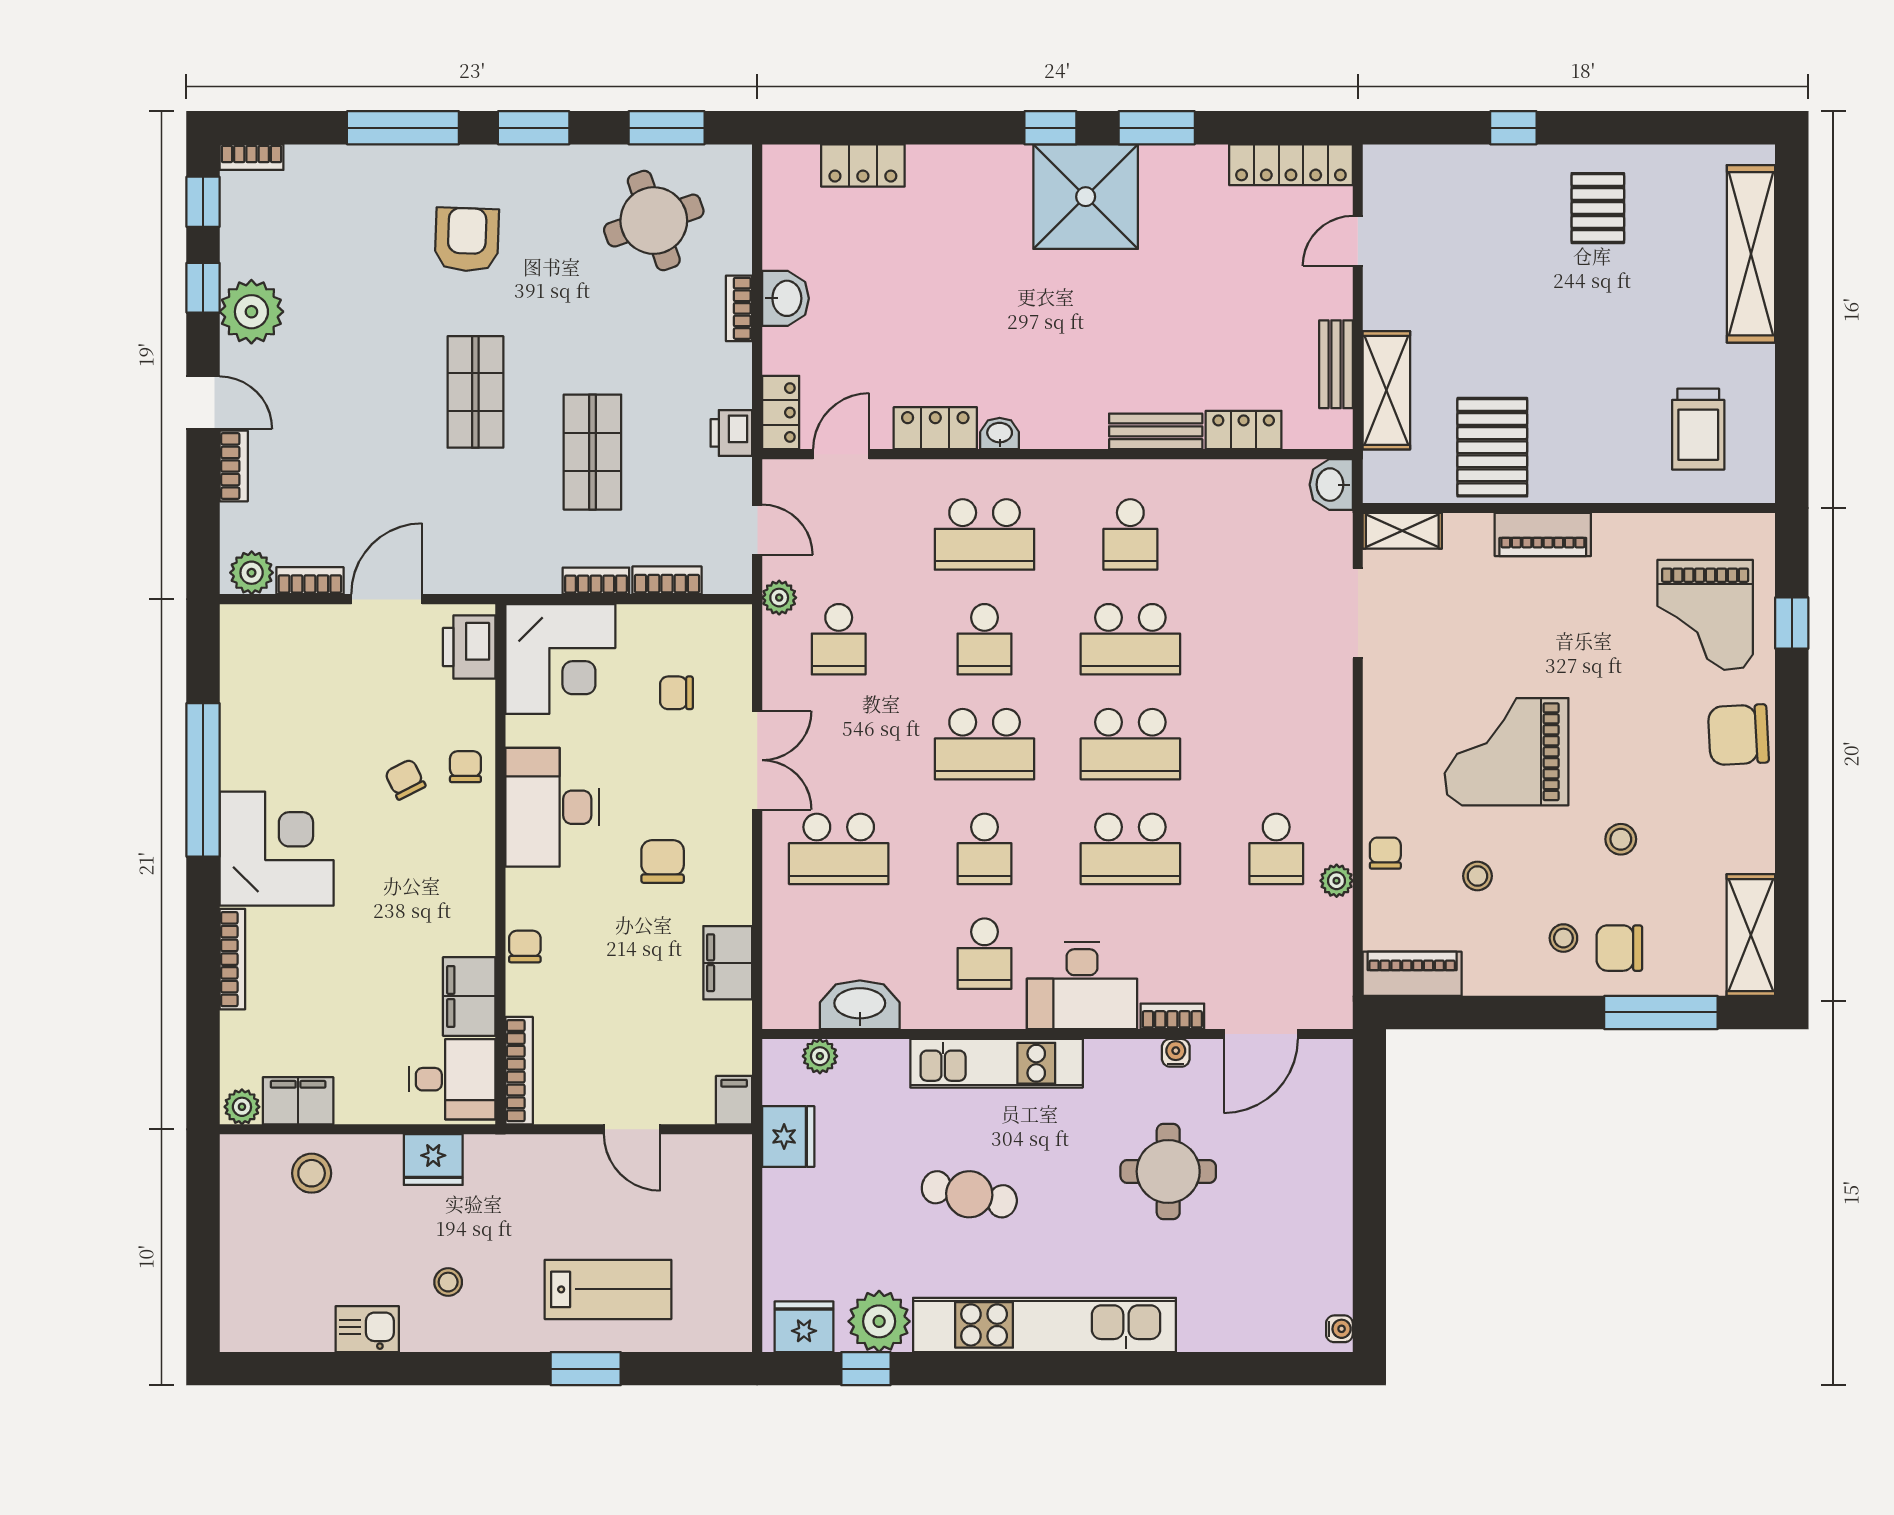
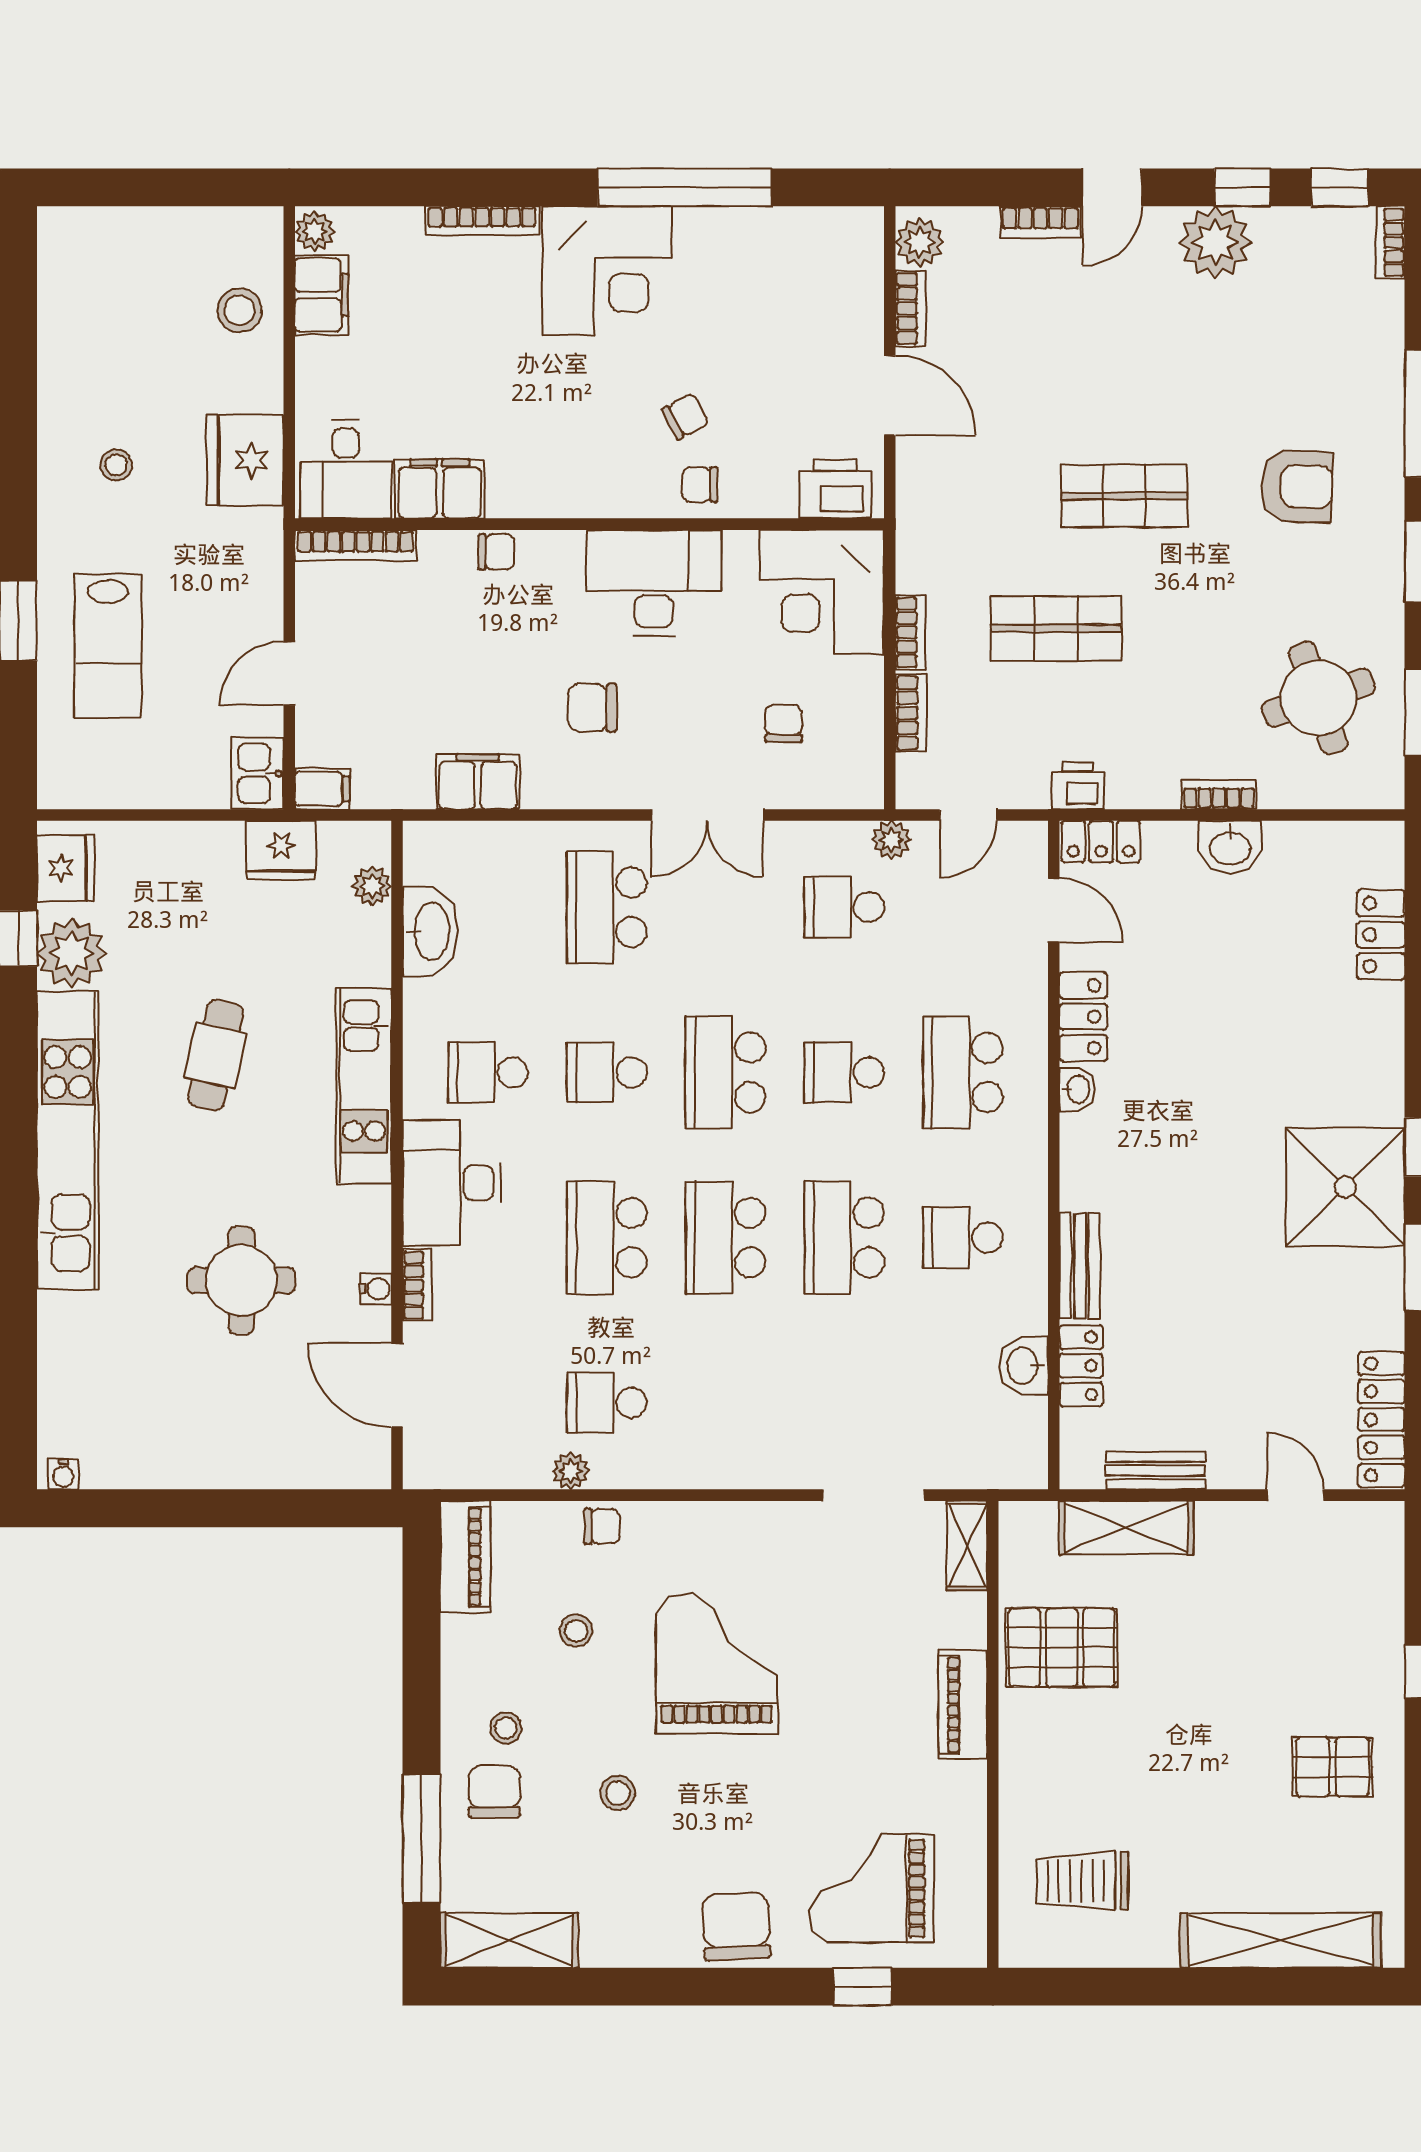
washbasin: (1331, 485) -> (1024, 1366), moved, turned -90
chair: (465, 767) -> (700, 485), turned 180
chair: (663, 862) -> (592, 708), turned 180
fridge: (433, 1160) -> (245, 460), width x1.36, depth x1.34
kitchen sink: (367, 1329) -> (258, 773), moved, turned 180

